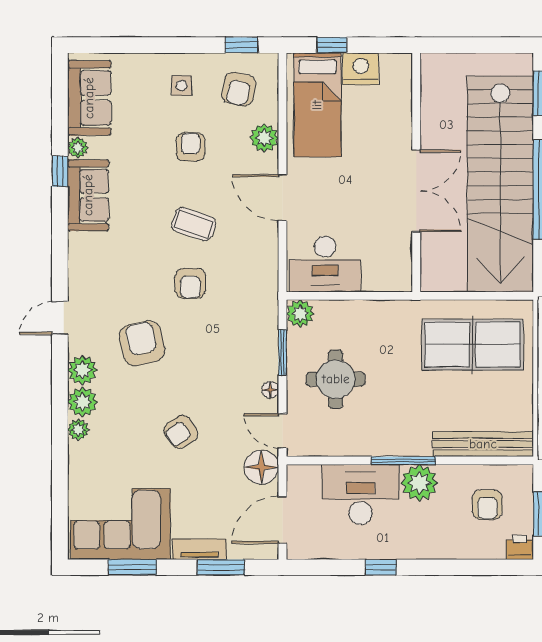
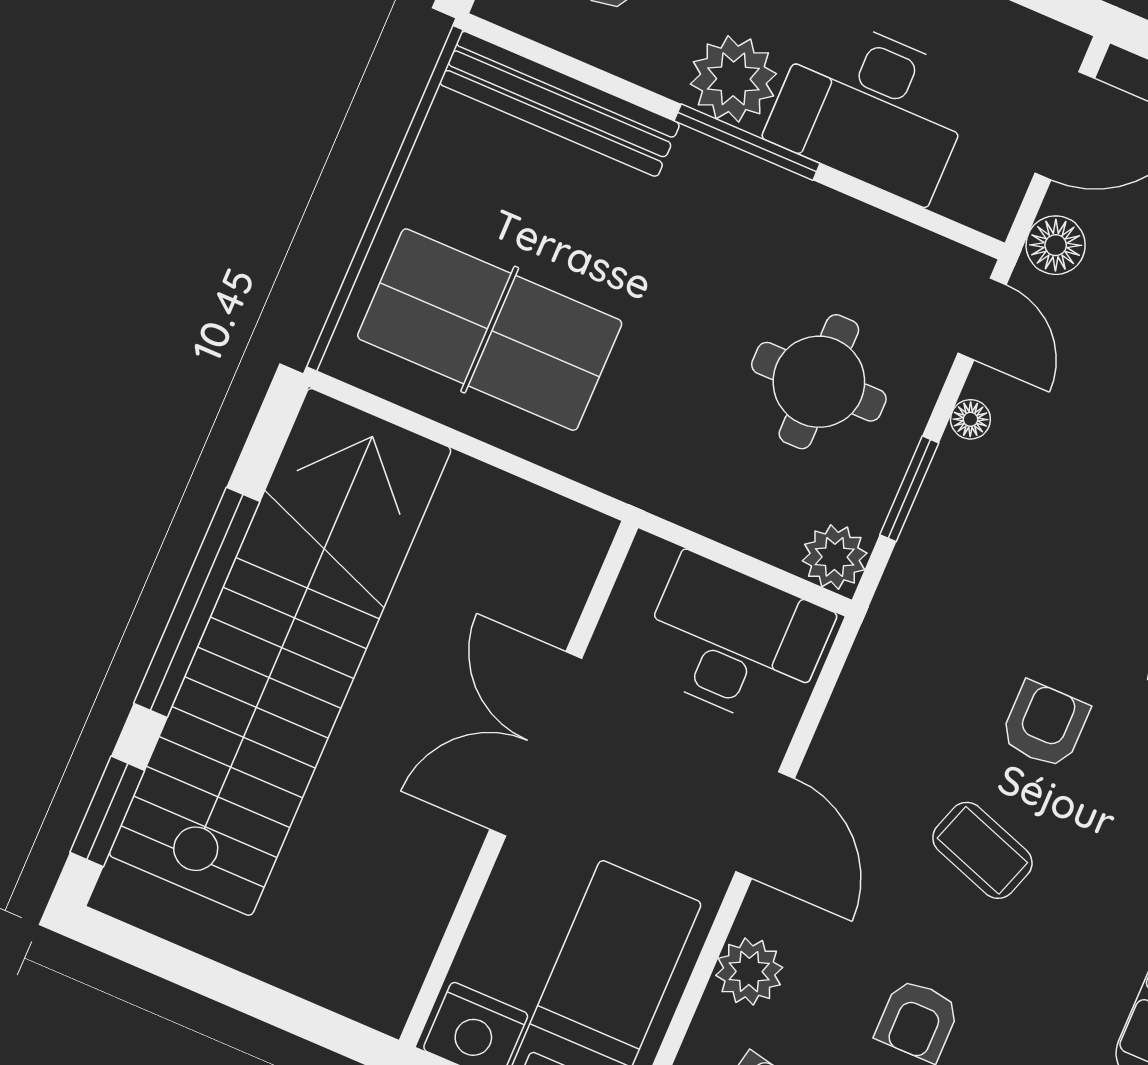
wall: (416, 172) -> (519, 784), moved
double door: (416, 191) -> (536, 744), moved
floor lamp: (261, 467) -> (1056, 245), width x0.73, depth x0.73

